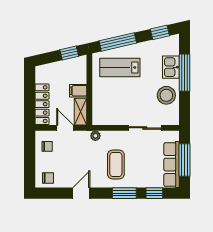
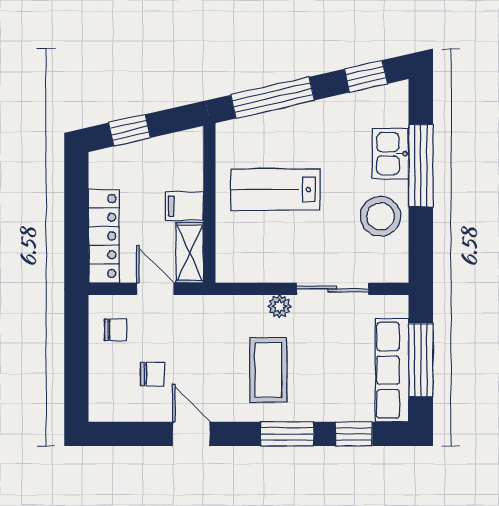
window: (69, 53) -> (129, 130), moved
lab bench: (120, 67) -> (275, 190), moved
plant: (95, 136) -> (280, 306), moved
chair: (48, 178) -> (152, 374), moved
door: (81, 193) -> (191, 434), hinge flipped

